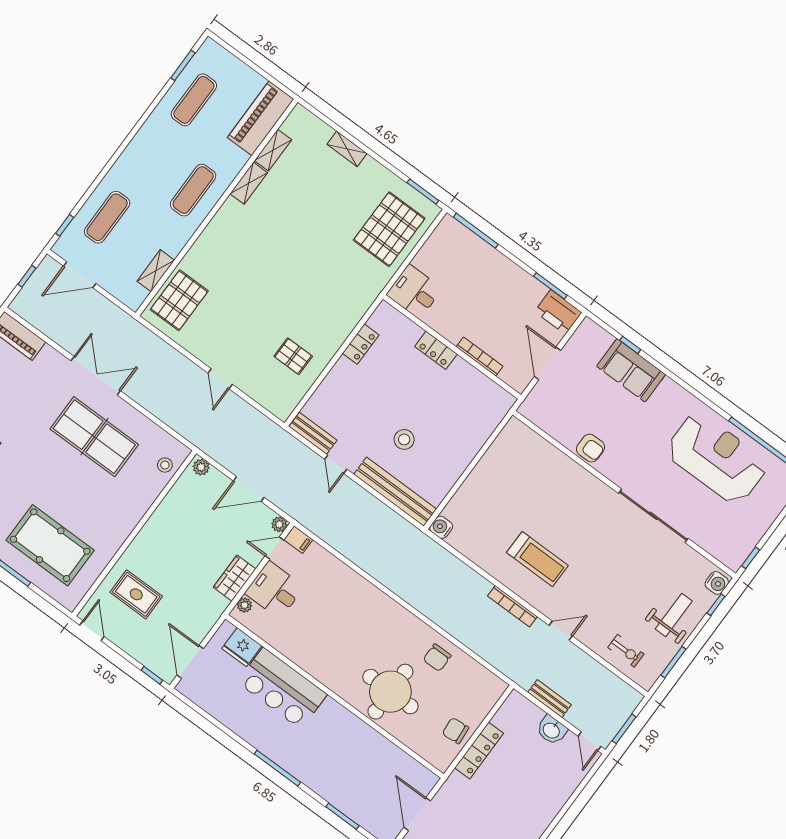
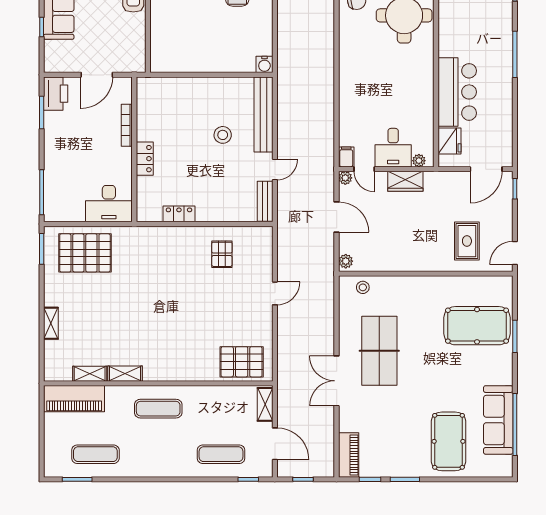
shelving: (156, 271) -> (265, 404), moved, turned 90
desk: (414, 292) -> (109, 204), width x1.37
pool table: (50, 545) -> (477, 326), turned 90

